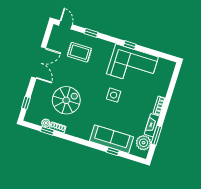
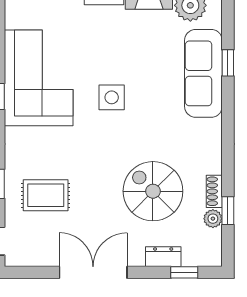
rug: (79, 52) -> (46, 195), turned 90
dresser: (36, 96) -> (163, 257), added

